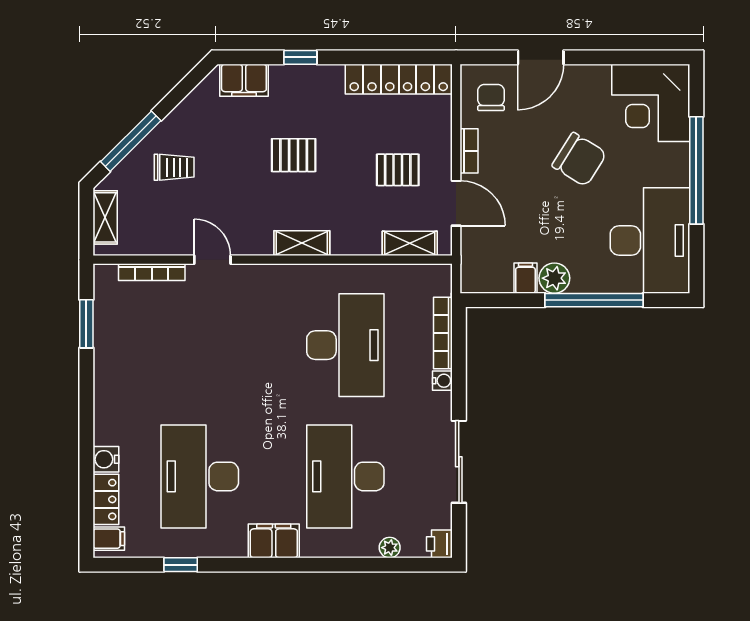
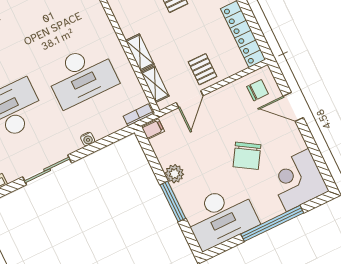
bookcase: (469, 151) -> (222, 92), removed
pallet: (398, 170) -> (202, 69), moved
shelving: (302, 243) -> (140, 52), moved
filing cabinet: (525, 278) -> (153, 129), moved
window: (594, 300) -> (173, 202), width x0.68
bookcase: (443, 333) -> (138, 115), moved, width x0.64

